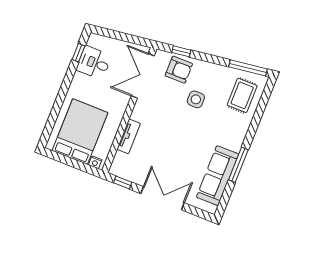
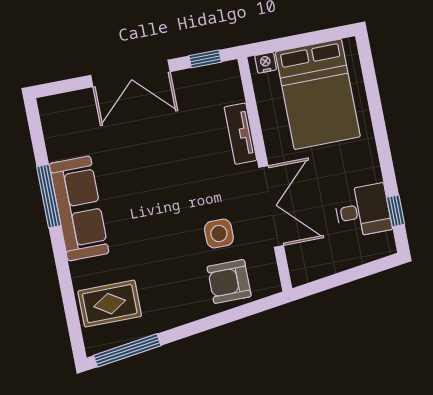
window: (181, 51) -> (243, 311), removed
double door: (143, 76) -> (271, 206), moved
rug: (242, 95) -> (110, 304), turned 90
side table: (196, 99) -> (219, 234), moved
sofa: (218, 176) -> (79, 208), moved

